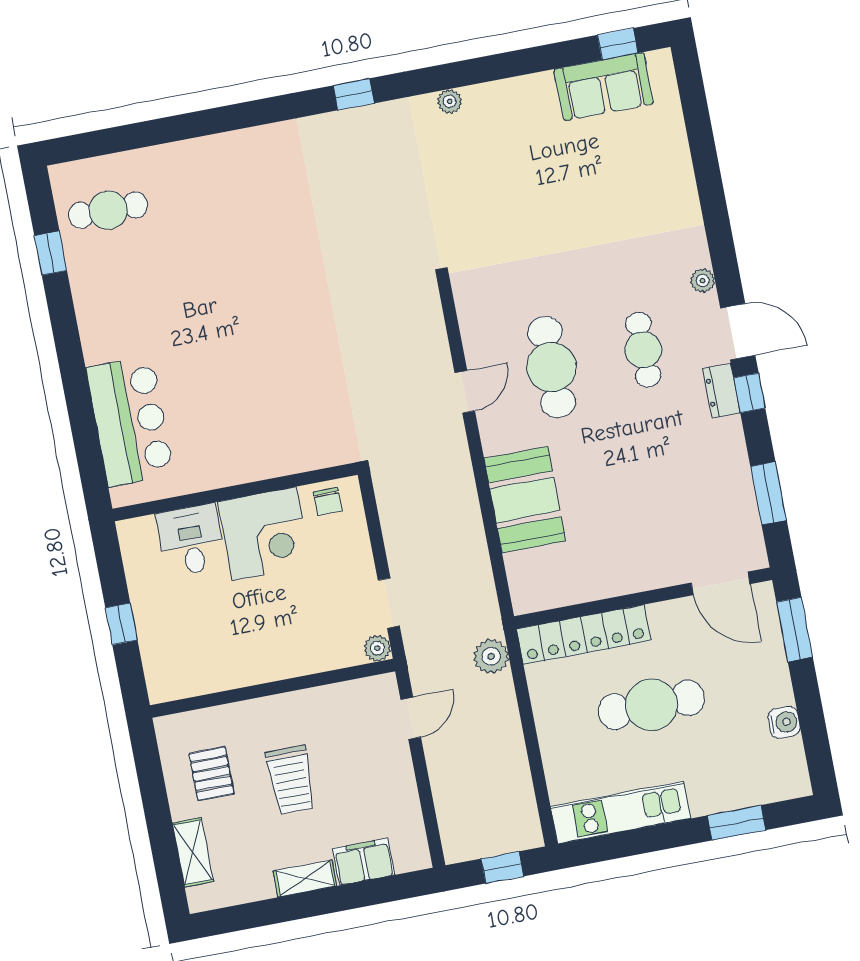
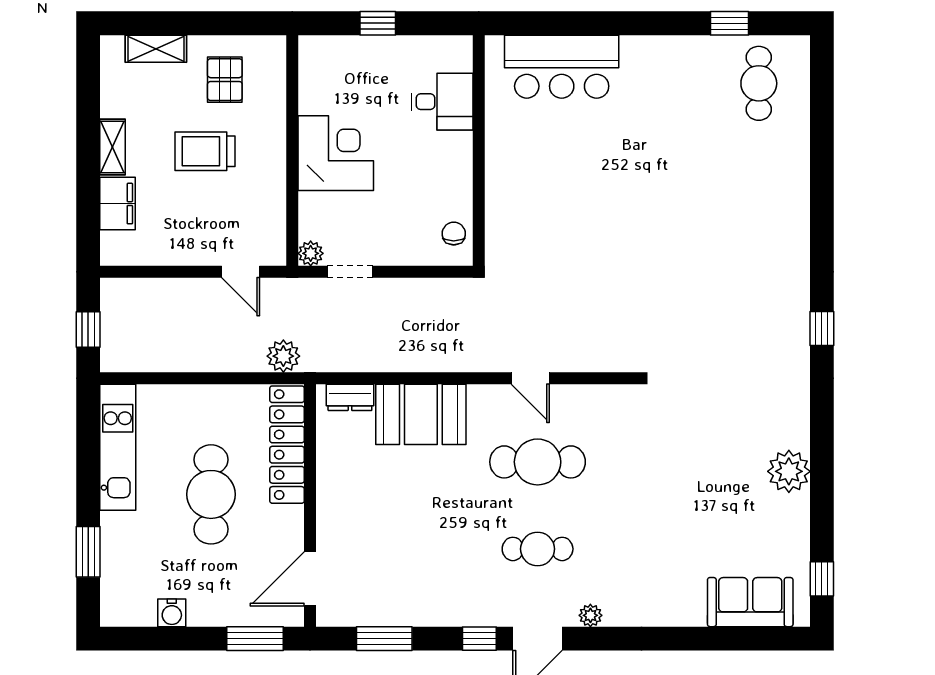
sofa: (604, 87) -> (750, 602), moved, turned 90
plant: (450, 101) -> (789, 471), moved, width x1.87, depth x1.87
dresser: (722, 391) -> (350, 397), moved, turned 180
chair: (328, 501) -> (454, 234), turned 90
corner desk: (265, 534) -> (336, 153), moved, turned 180
pallet: (211, 774) -> (225, 80), turned 90

